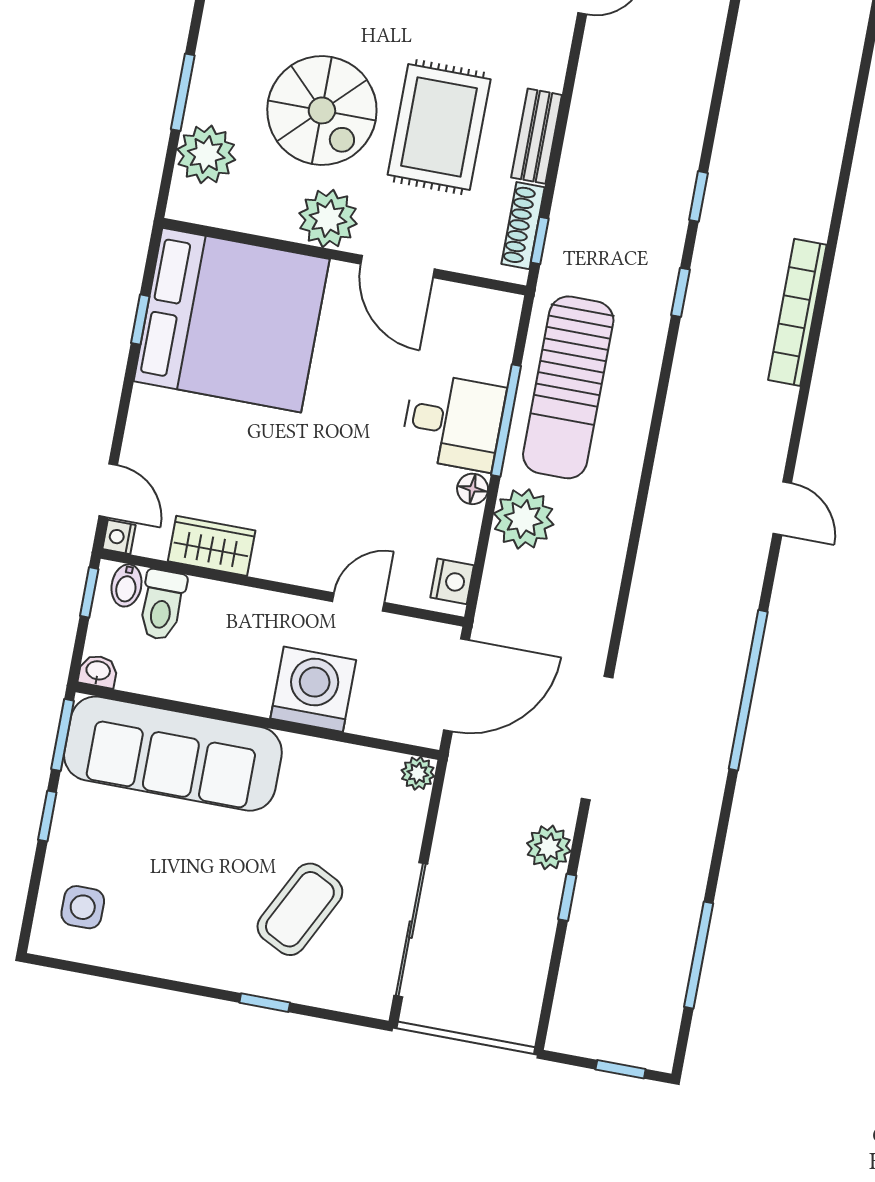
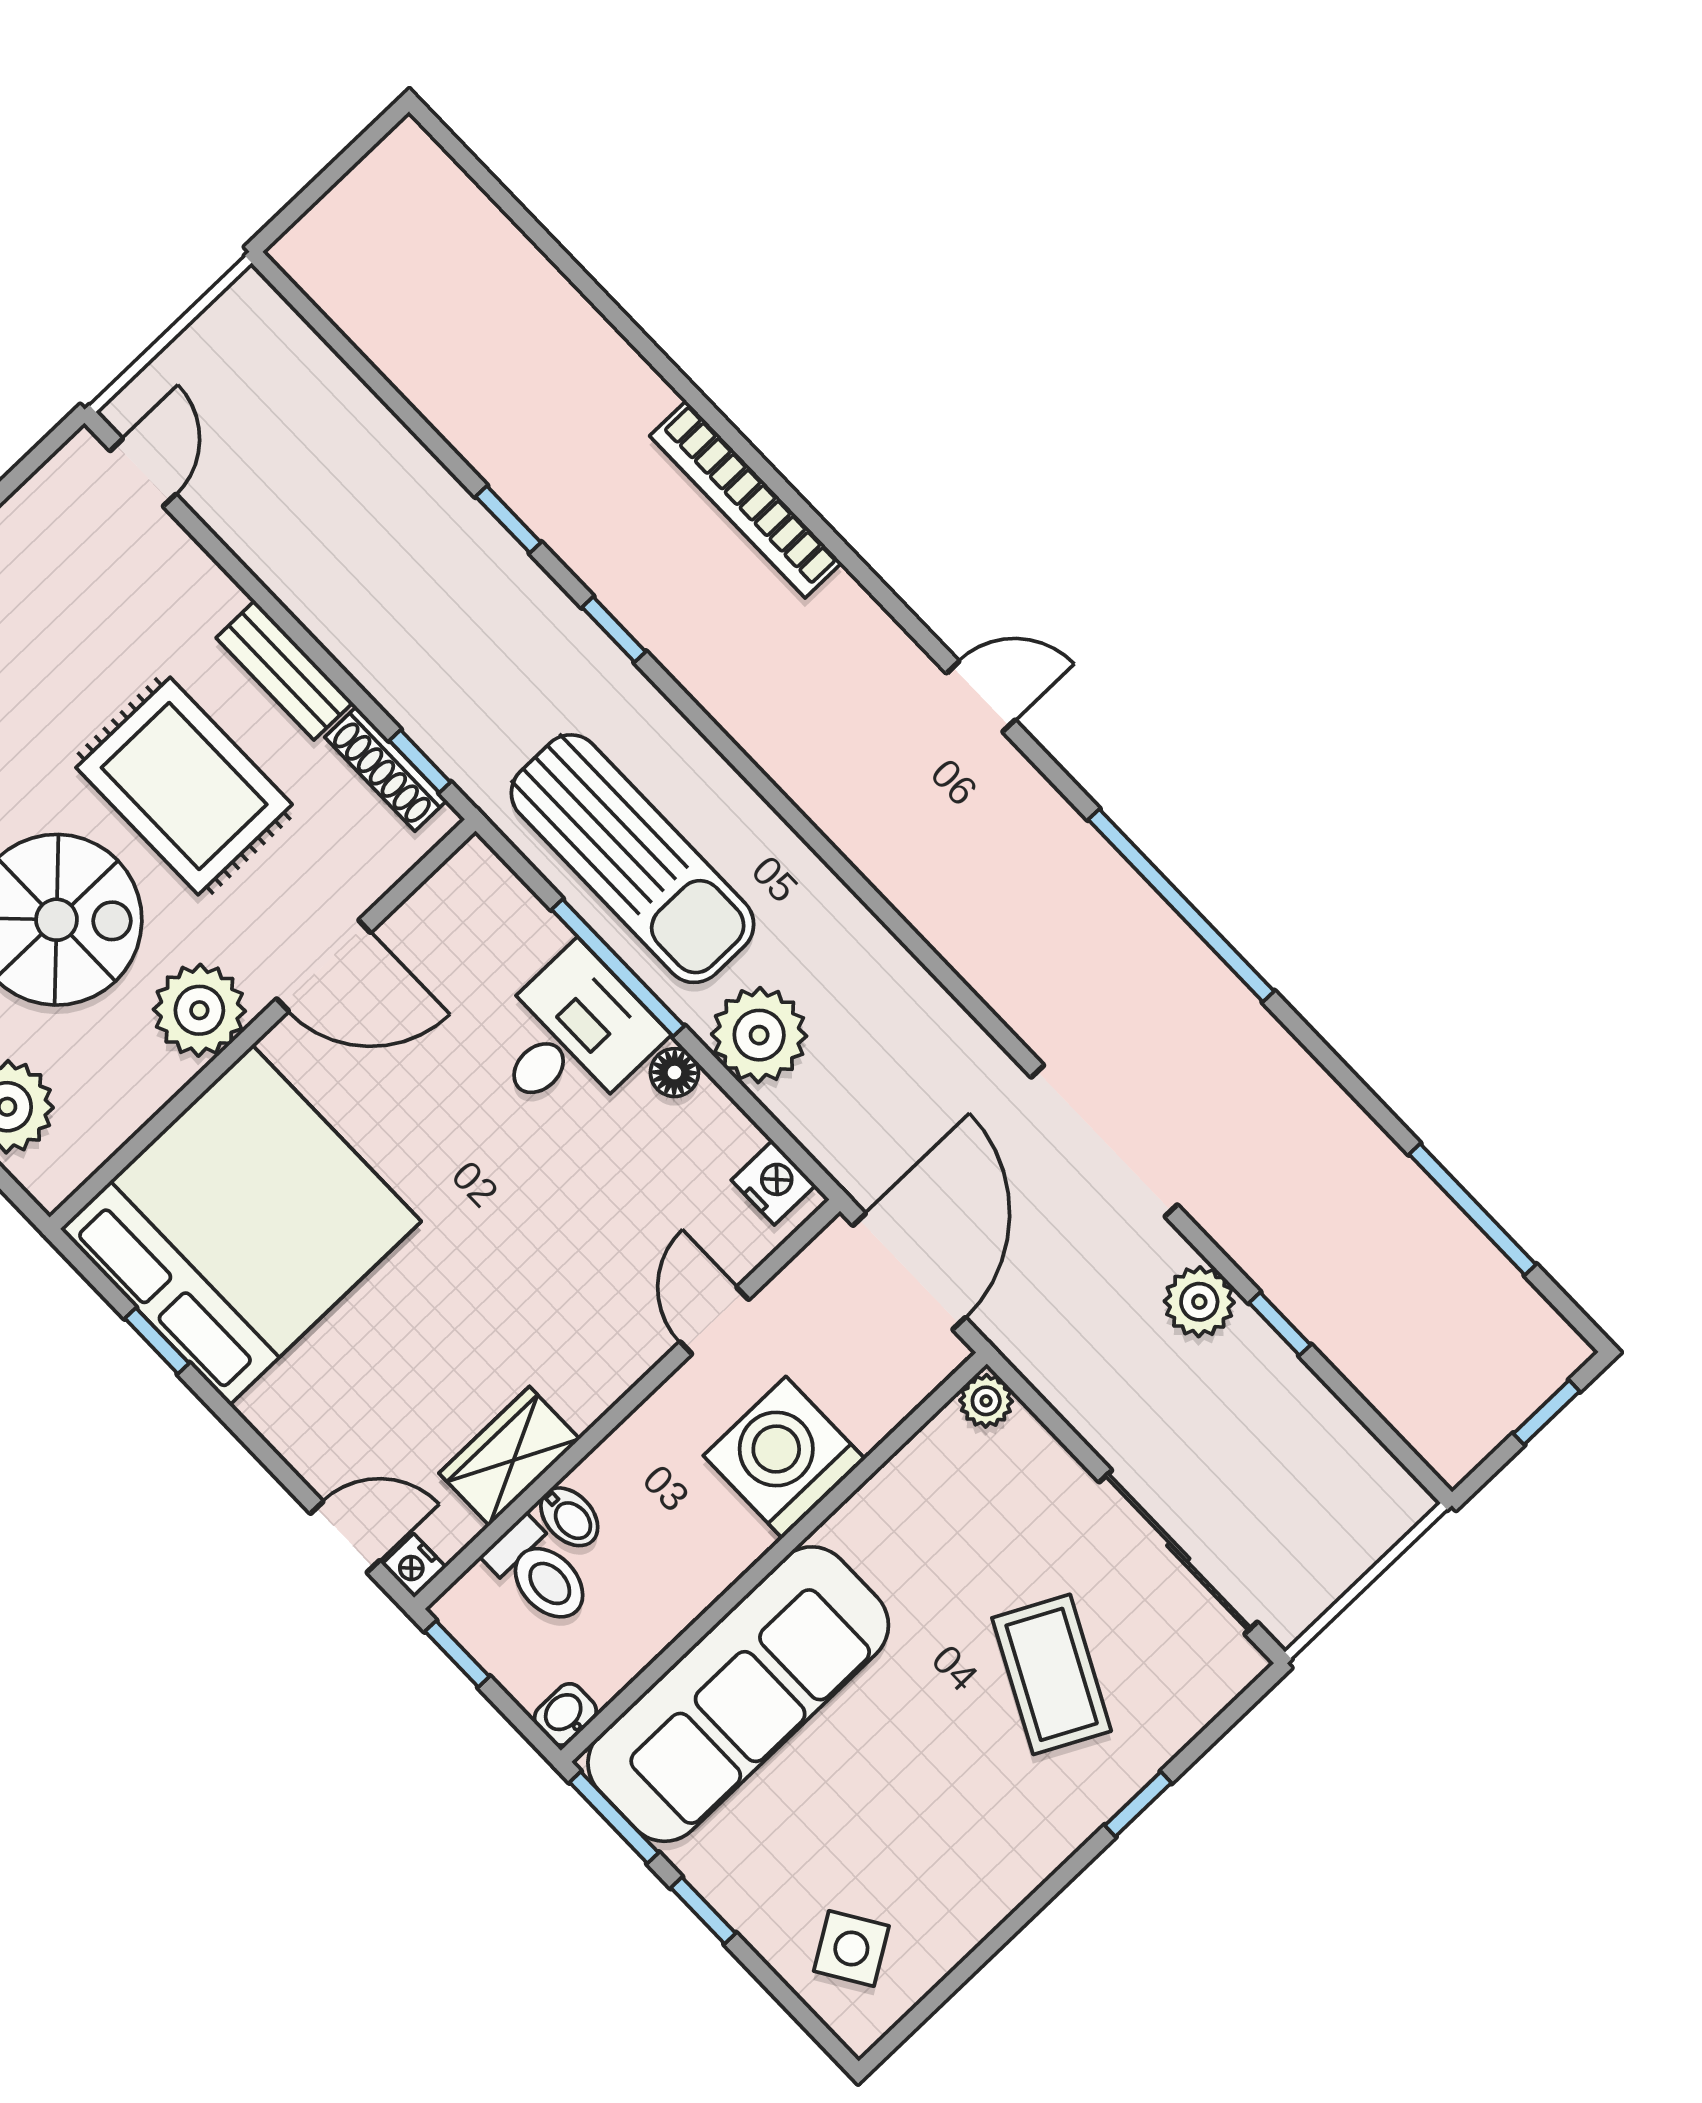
bidet: (126, 585) -> (569, 1517), moved
side table: (83, 907) -> (851, 1949), turned -32

